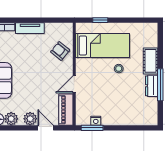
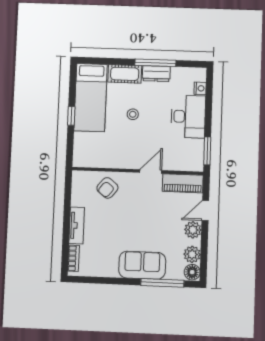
window: (100, 20) -> (71, 116), moved
bed: (102, 45) -> (91, 98), moved, turned 180
door: (74, 84) -> (151, 171), swing flipped
desk: (118, 112) -> (188, 117), added
nightstand: (96, 121) -> (200, 88), moved

